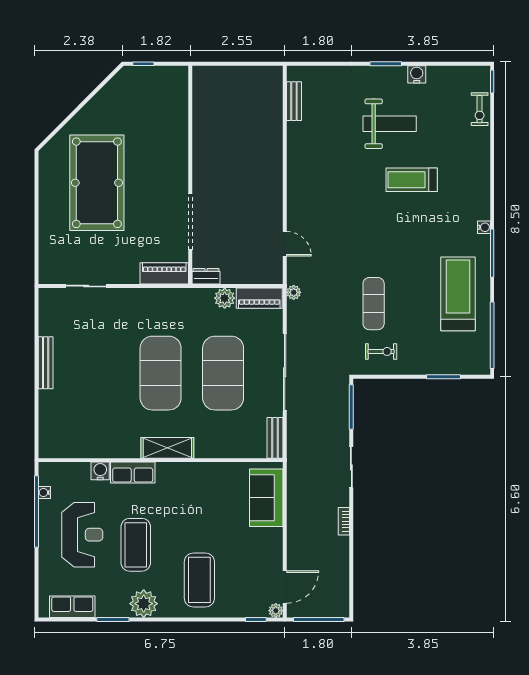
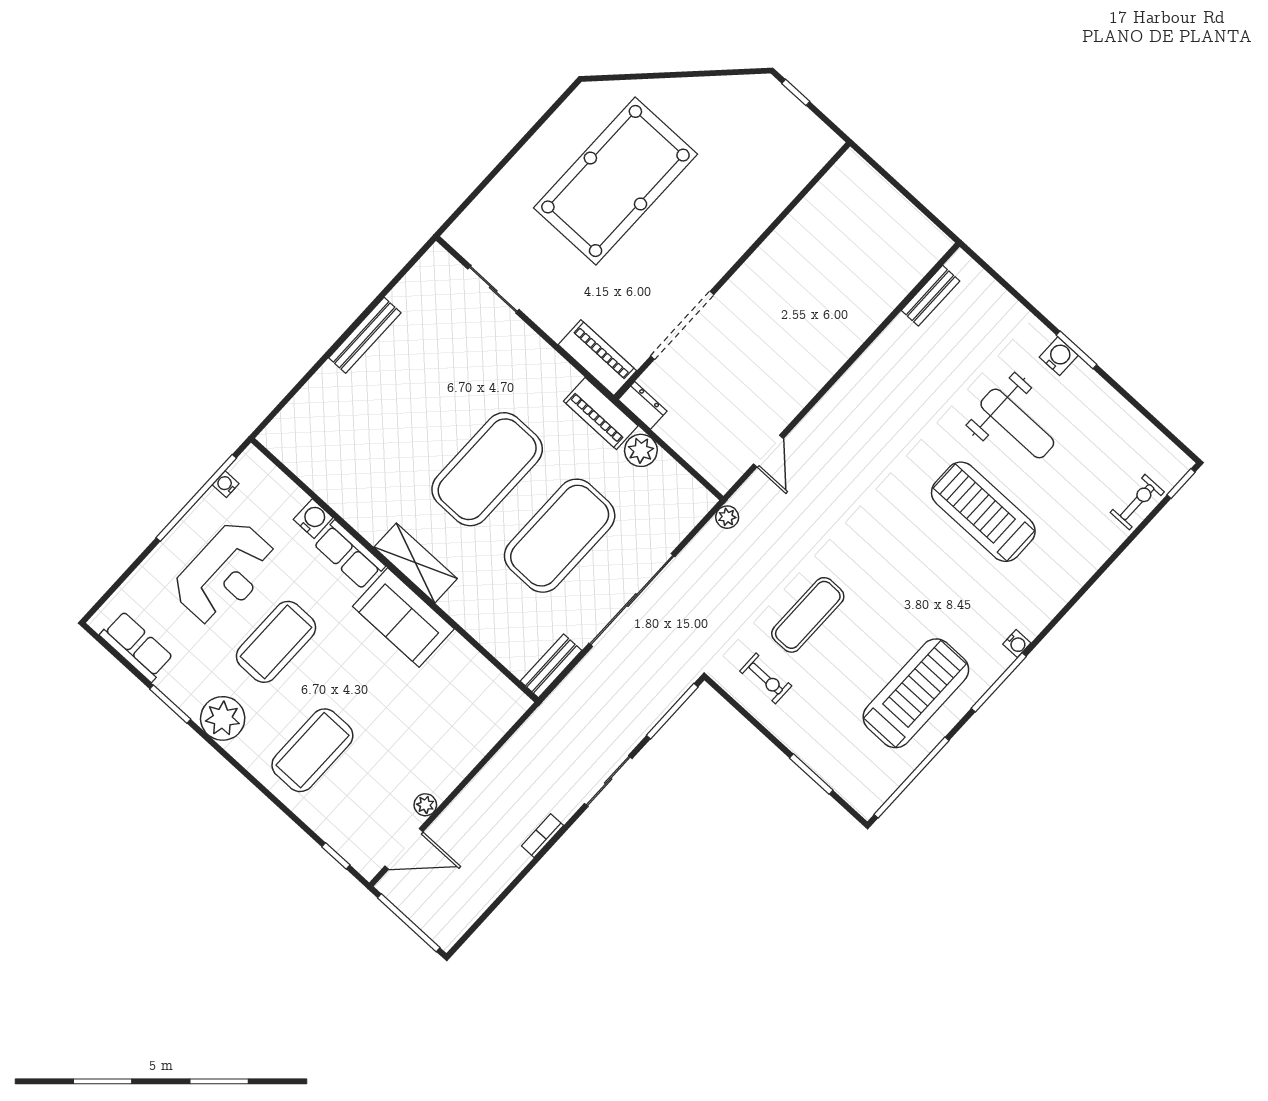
water cooler: (417, 74) -> (1059, 356), moved
exercise bike: (480, 109) -> (1137, 502), turned 180
treadmill: (412, 180) -> (983, 512), width x1.37, depth x1.38
piano: (259, 298) -> (601, 413), moved
sofa: (266, 498) -> (403, 618), moved, turned -90
plant: (276, 611) -> (425, 805), moved

